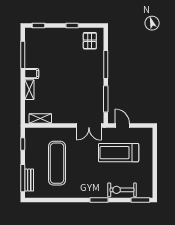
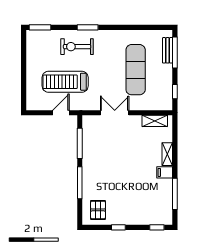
double door: (89, 126) -> (115, 113), moved
door: (122, 126) -> (61, 113), swing flipped
treadmill: (119, 153) -> (65, 82), turned 180
exercise bike: (122, 190) -> (77, 47), moved, turned 180

